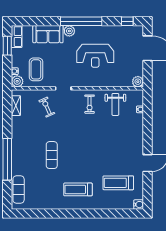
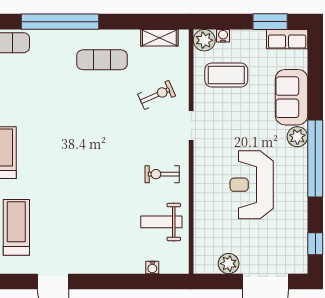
plant: (138, 82) -> (229, 264), moved
exercise mat: (52, 155) -> (102, 60), moved

